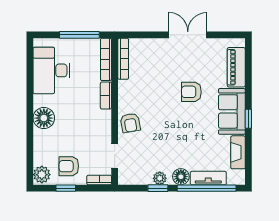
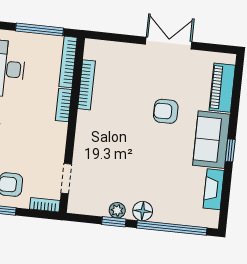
bookcase: (123, 59) -> (86, 85), moved
armchair: (130, 123) -> (89, 141), removed
tv unit: (208, 178) -> (175, 216), removed

